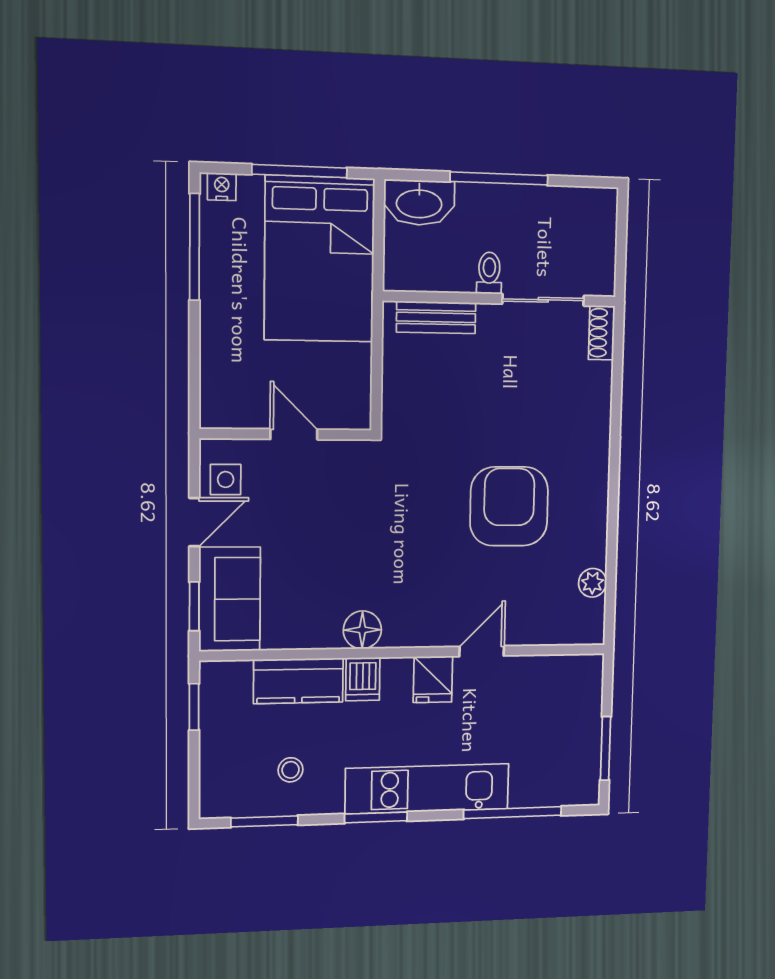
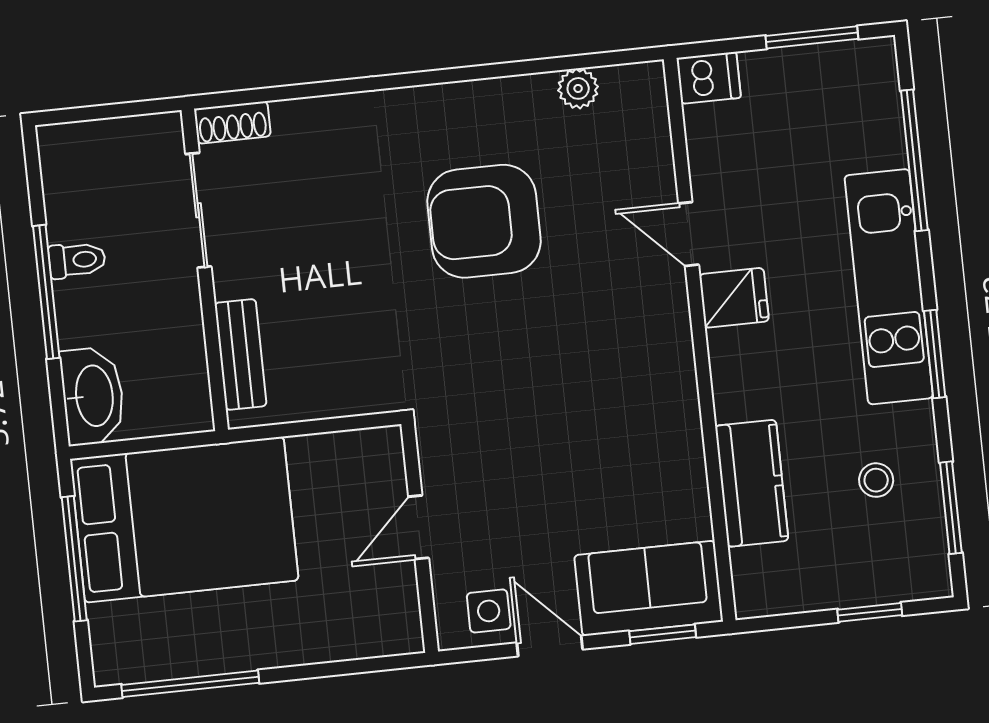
nightstand: (222, 187) -> (108, 657), removed
toilet: (489, 273) -> (77, 260), moved, turned 180
floor lamp: (362, 630) -> (674, 404), removed
dishwasher: (363, 679) -> (709, 78), moved
window: (194, 707) -> (870, 612), moved

